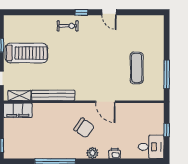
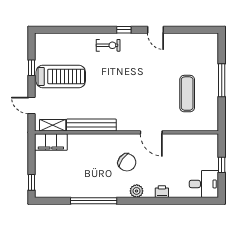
window: (167, 74) -> (222, 80), moved

